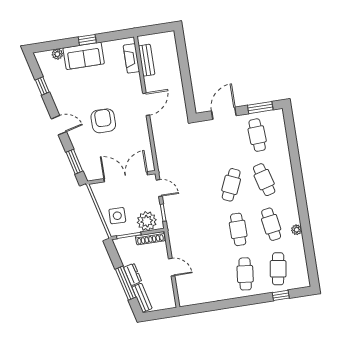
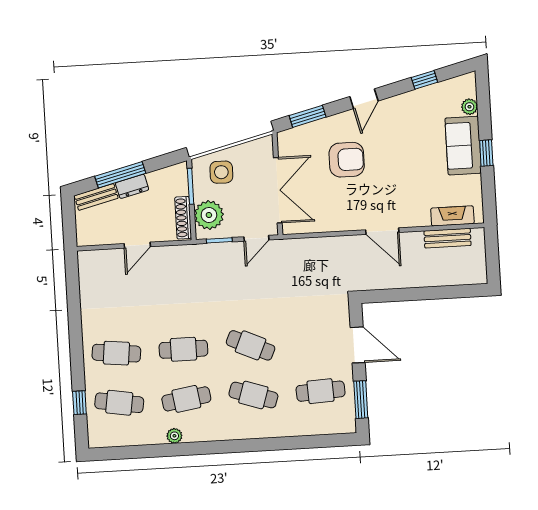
armchair: (103, 121) -> (347, 160), moved
cafe table: (264, 180) -> (253, 395), turned 33

